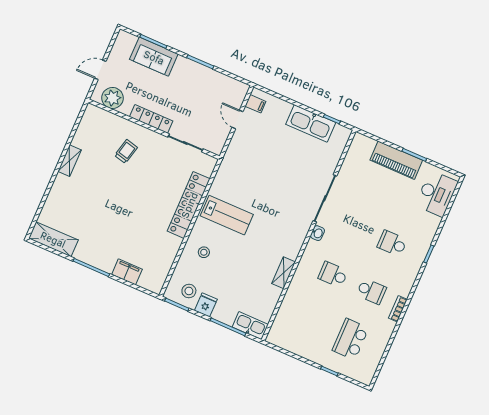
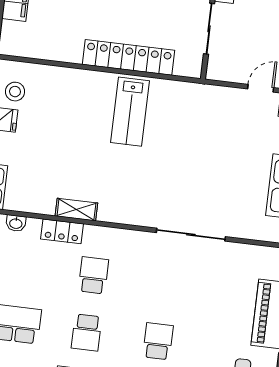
washbasin: (317, 233) -> (16, 223), moved
stool: (204, 252) -> (72, 96), removed
locker: (296, 287) -> (62, 231), added

